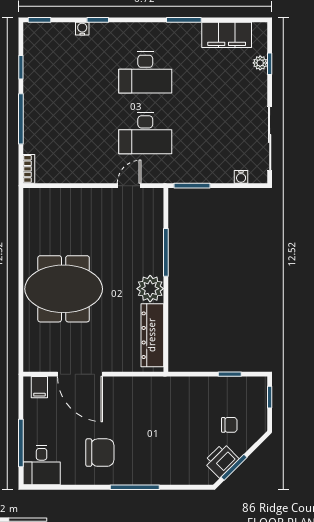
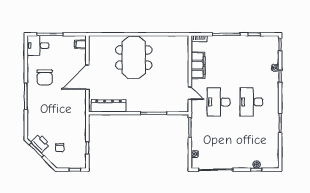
filing cabinet: (227, 35) -> (198, 65), moved, turned 180
plant: (150, 289) -> (134, 105), removed
door: (80, 374) -> (87, 77), moved

